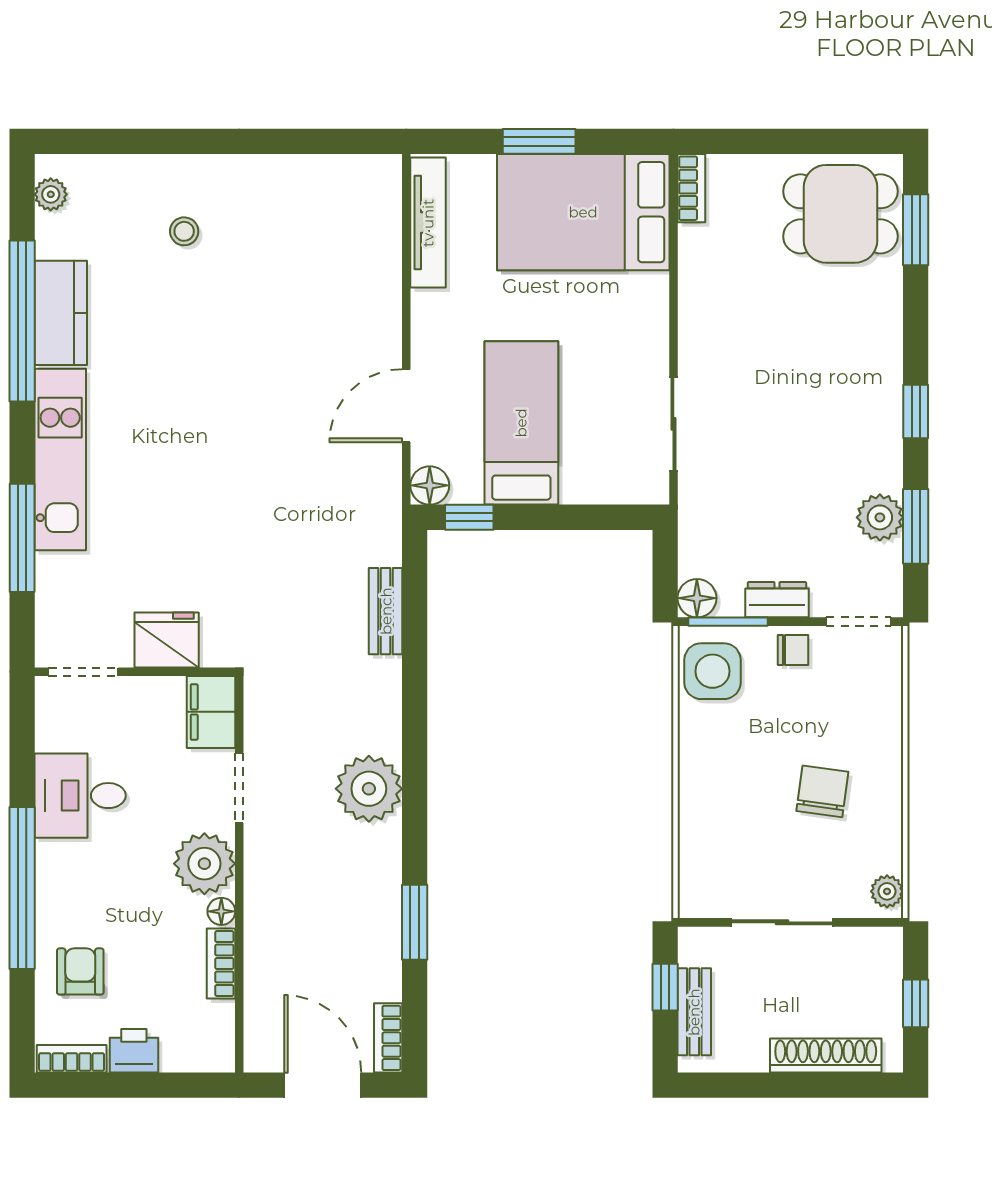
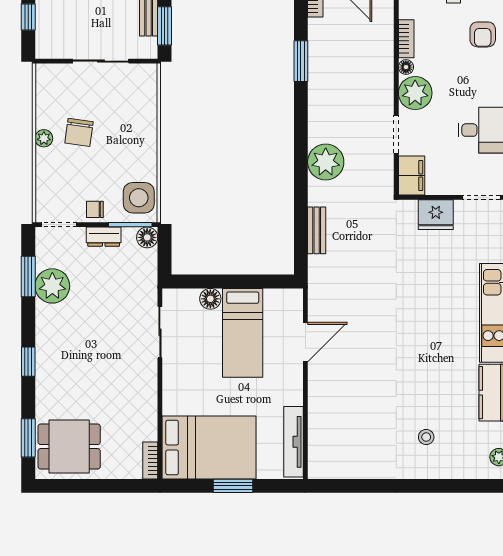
window: (916, 412) -> (28, 362), moved
floor lamp: (430, 485) -> (210, 299), moved
window: (469, 517) -> (271, 281), removed
plant: (880, 517) -> (52, 286), width x1.36, depth x1.36
plant: (369, 789) -> (326, 162), moved
plant: (887, 891) -> (44, 138), moved
window: (665, 987) -> (165, 26), width x1.50

